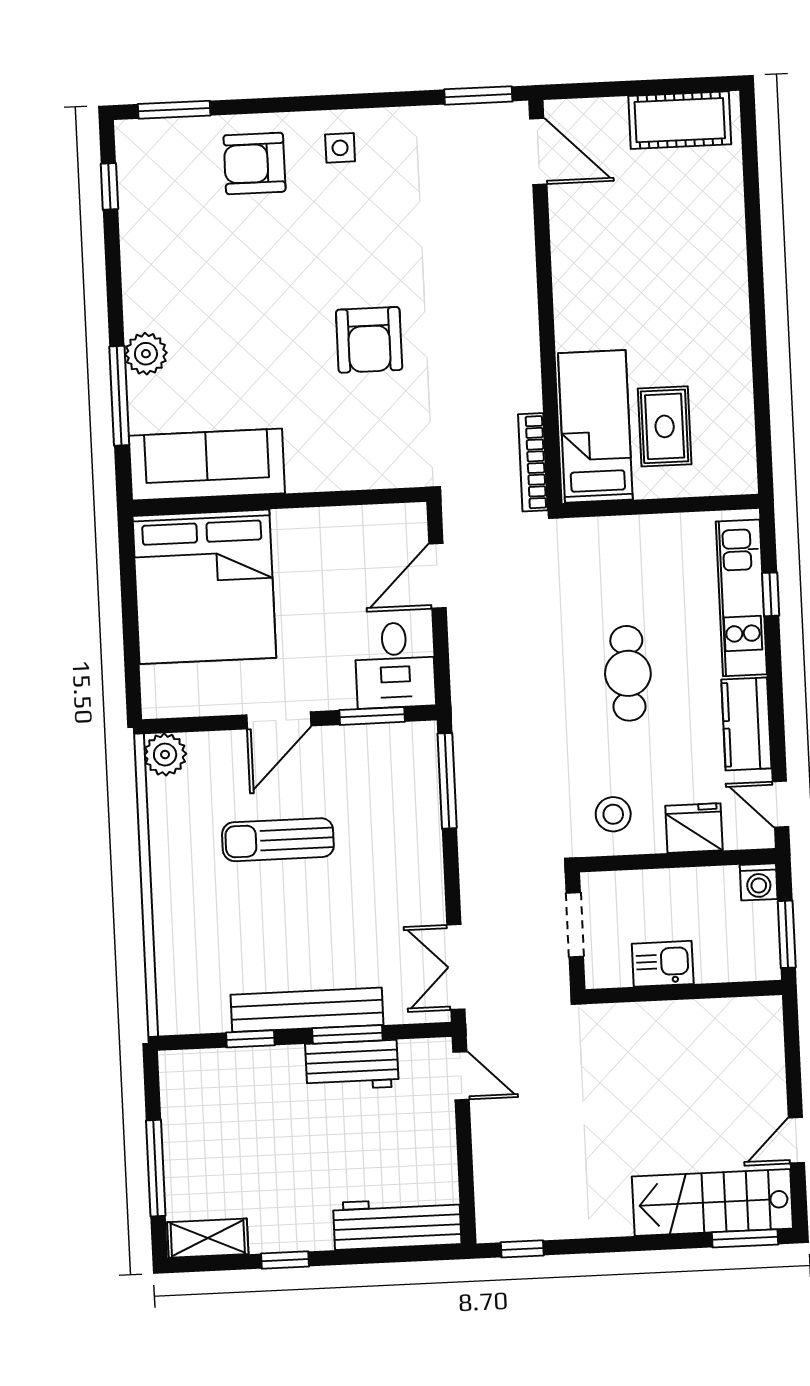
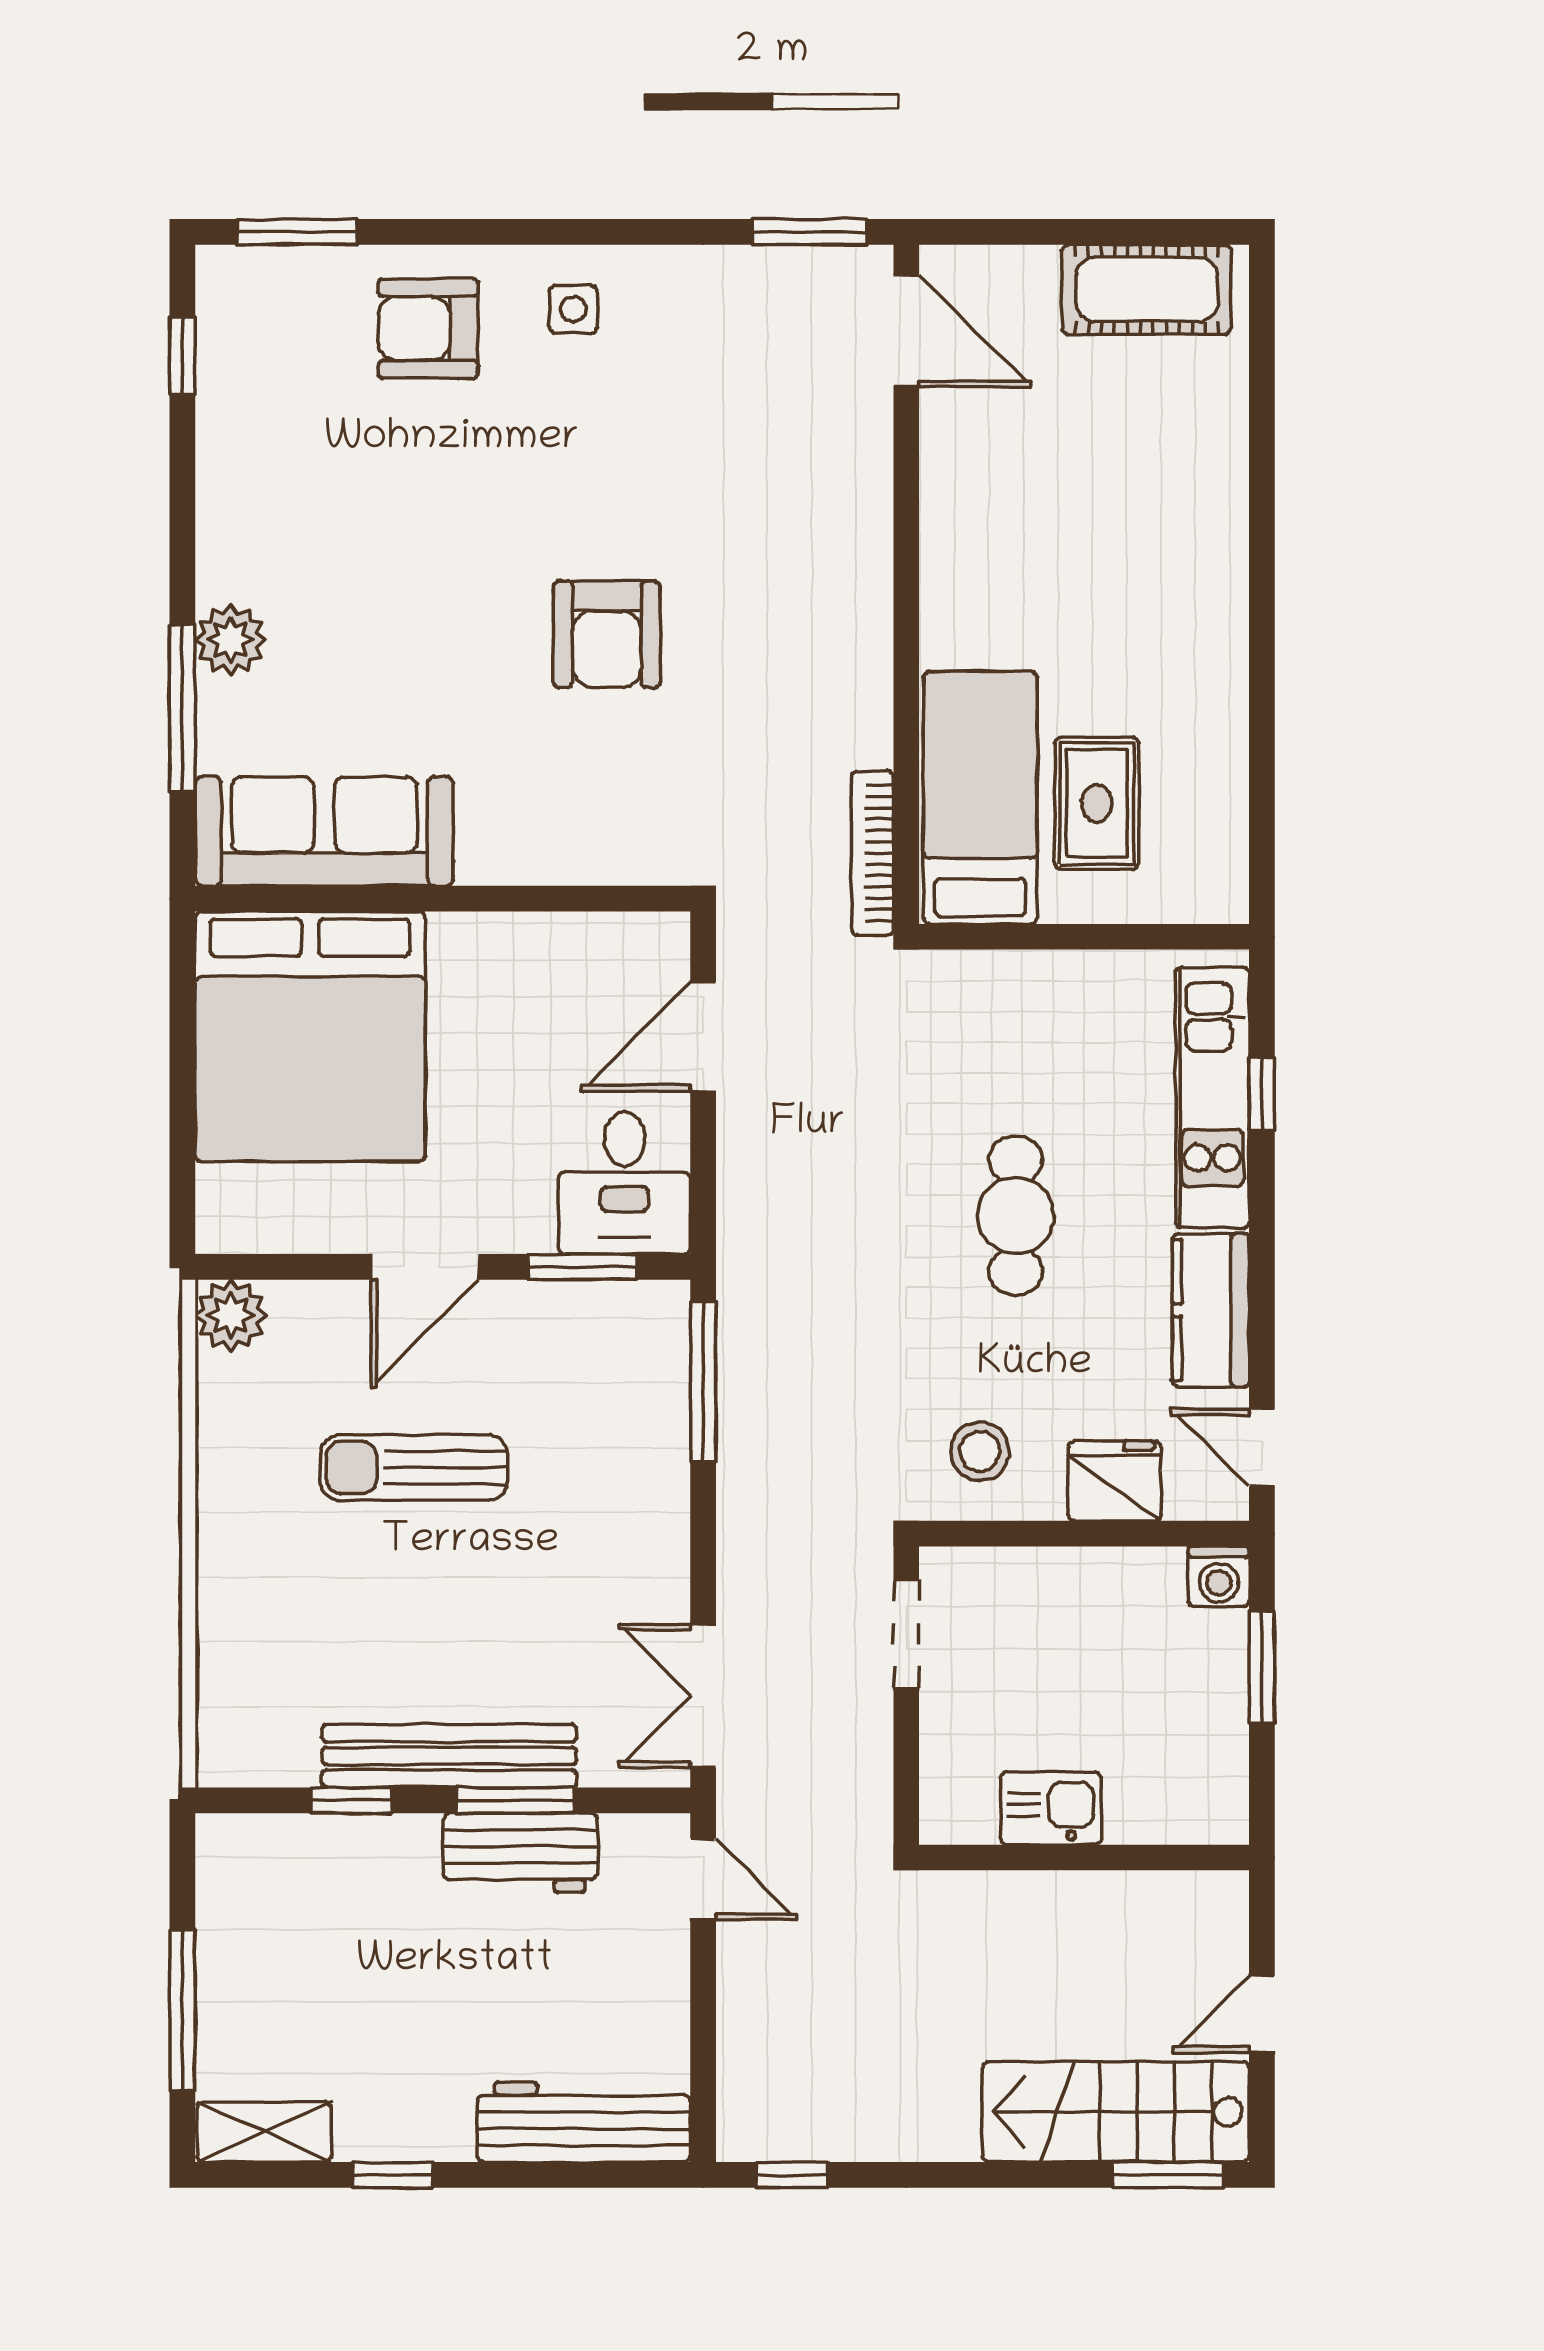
kitchen sink: (663, 964) -> (1051, 1808), moved
wall: (684, 992) -> (1084, 1857), moved

